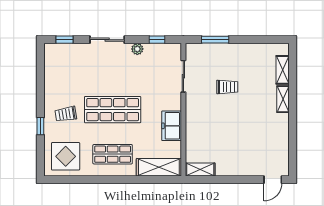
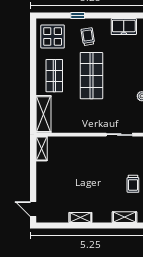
trolley: (227, 87) -> (133, 184), moved
shelving: (283, 99) -> (80, 217), moved
freezer: (172, 126) -> (124, 27), moved, turned 180

